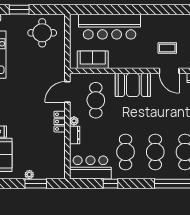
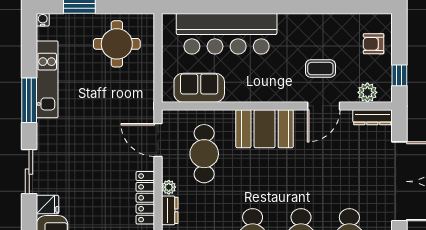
door: (169, 71) -> (324, 106), hinge flipped
door: (67, 92) -> (158, 140), hinge flipped
locker: (60, 122) -> (145, 198), width x1.53

